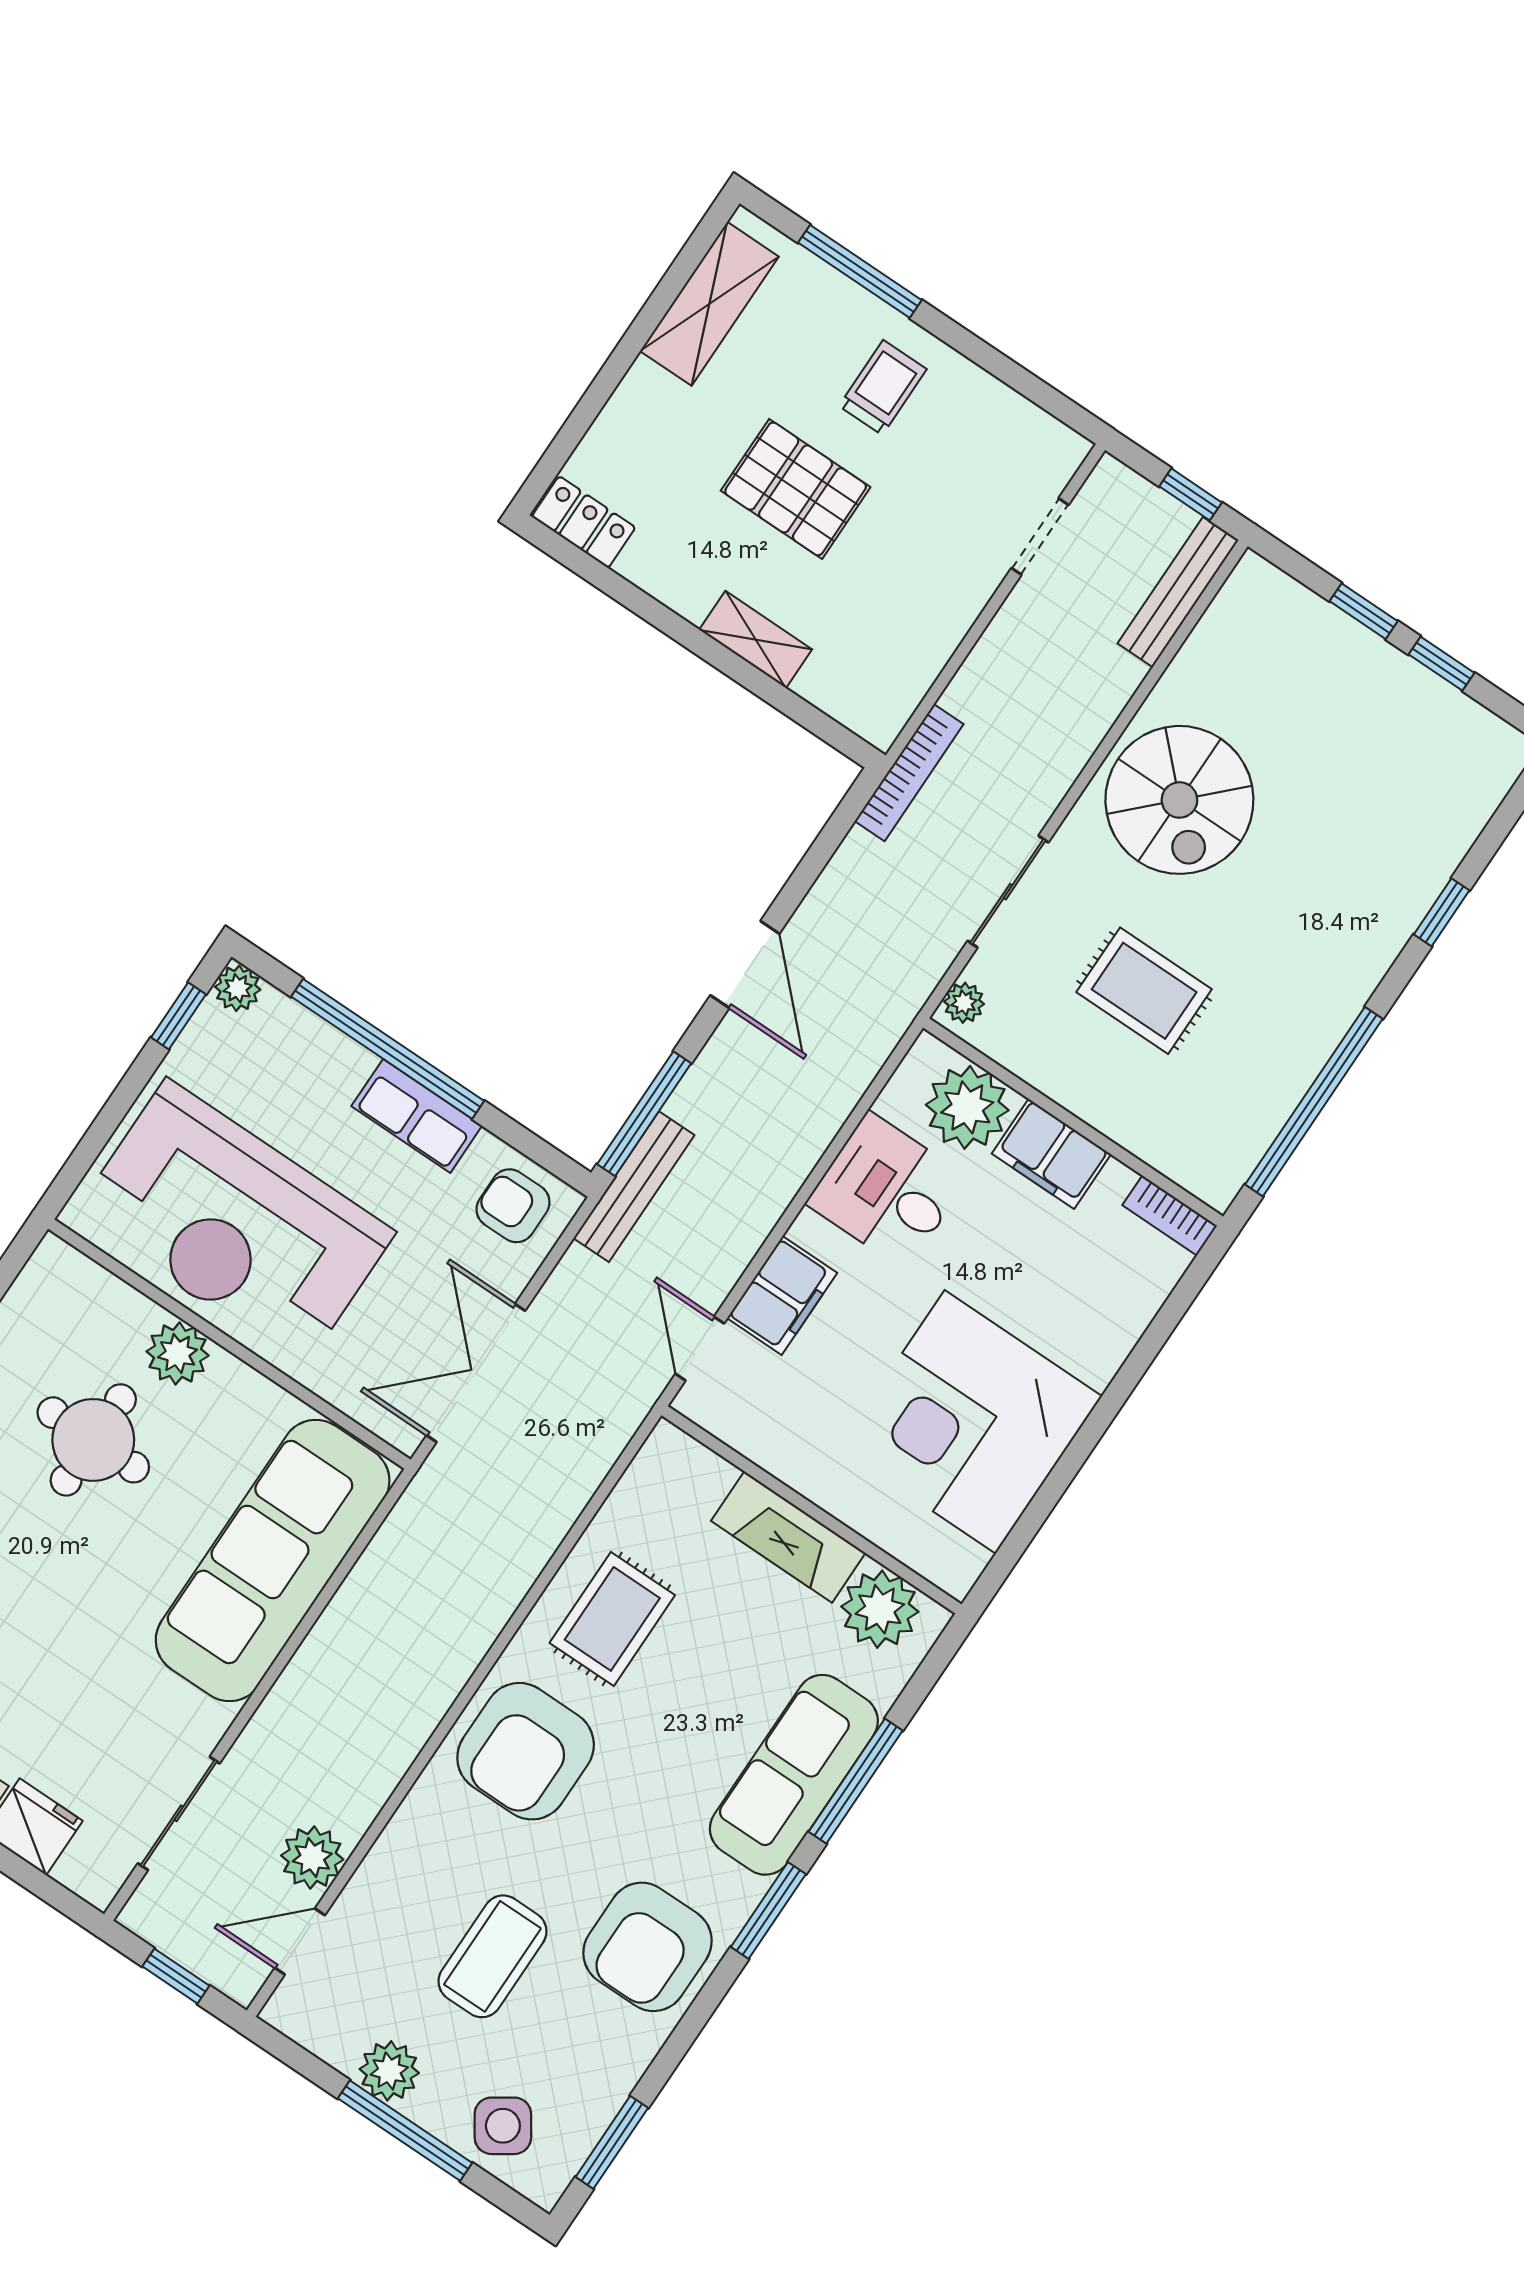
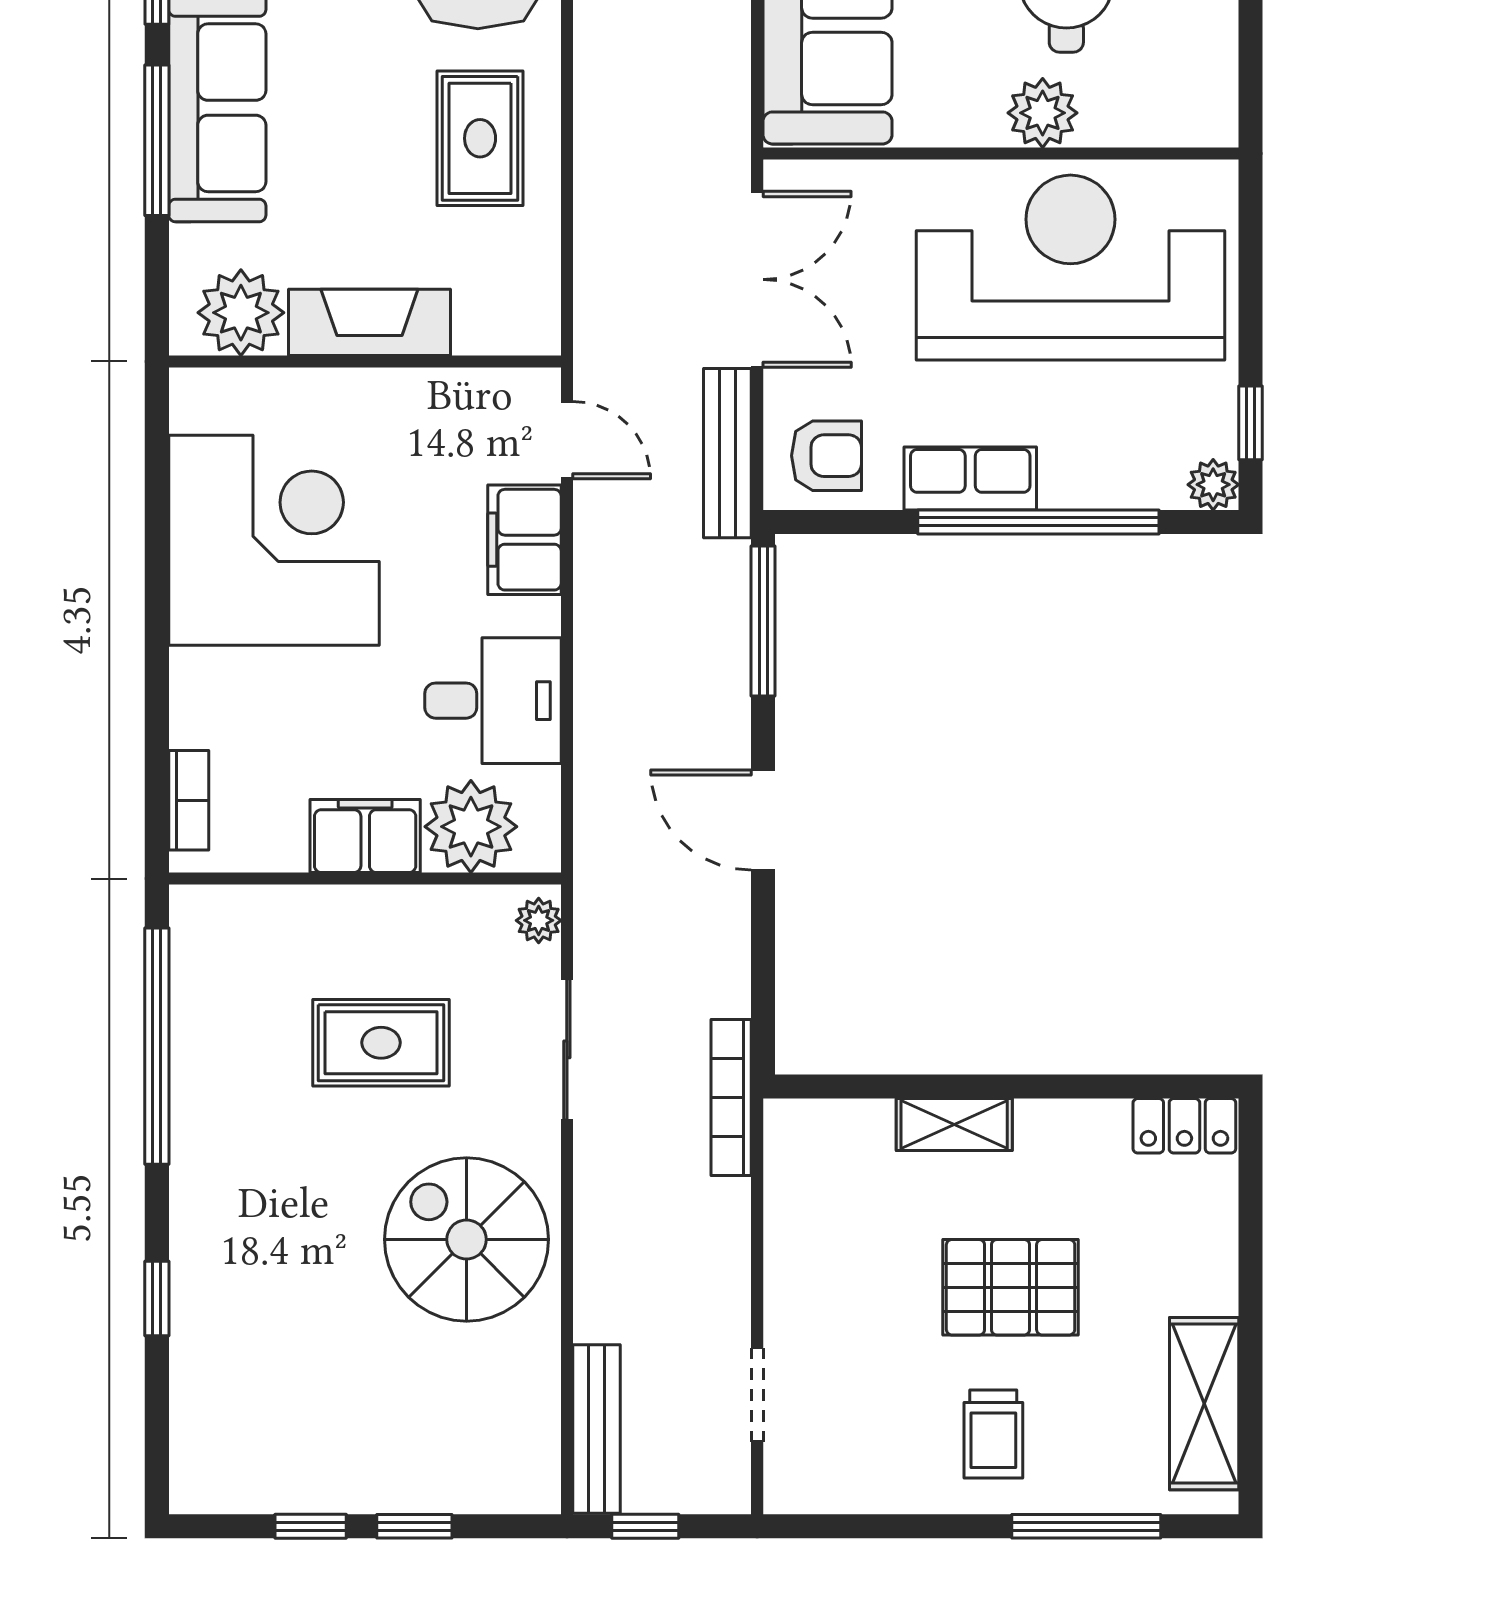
bench: (634, 1187) -> (727, 453), moved
bookcase: (1170, 1215) -> (189, 800), moved, turned 90

